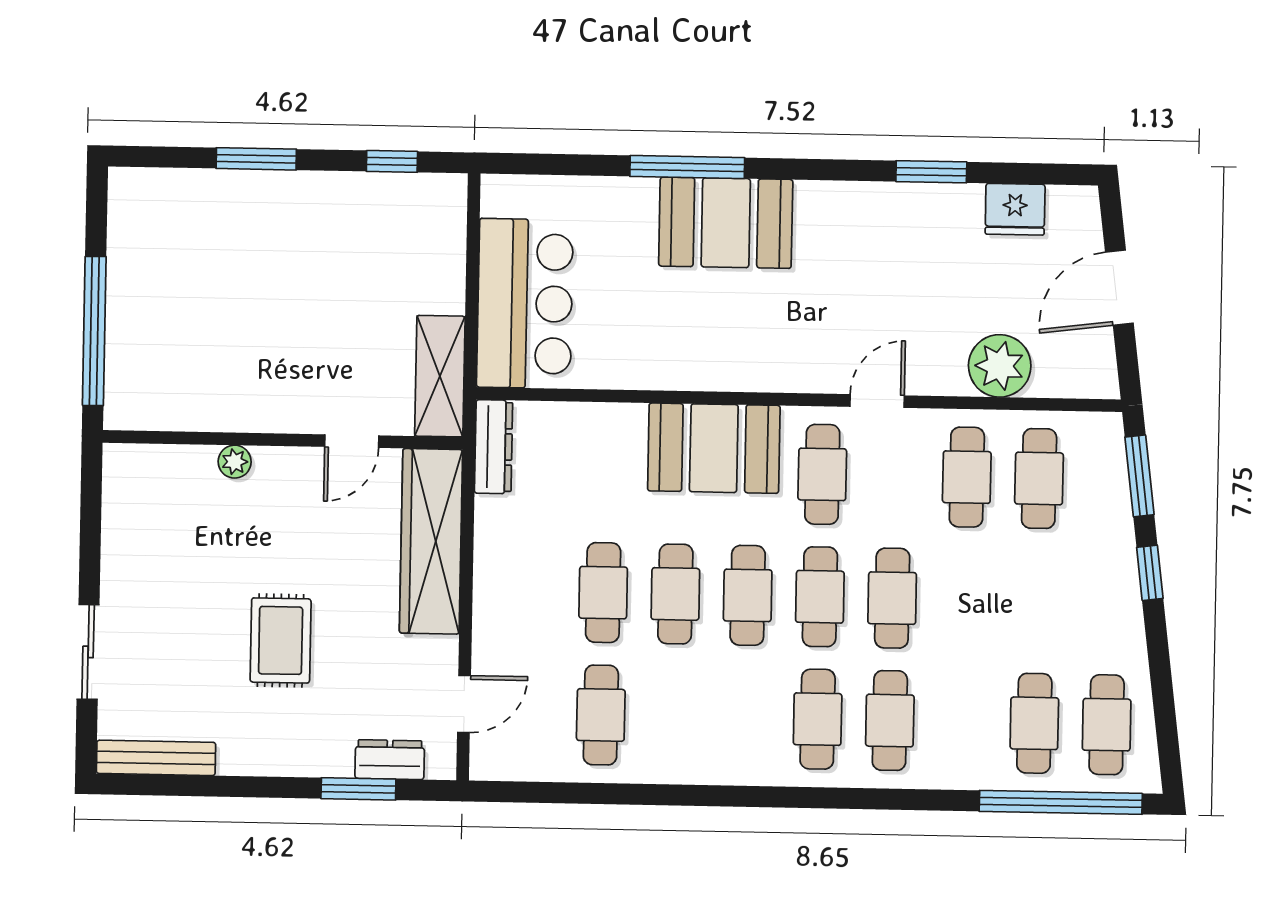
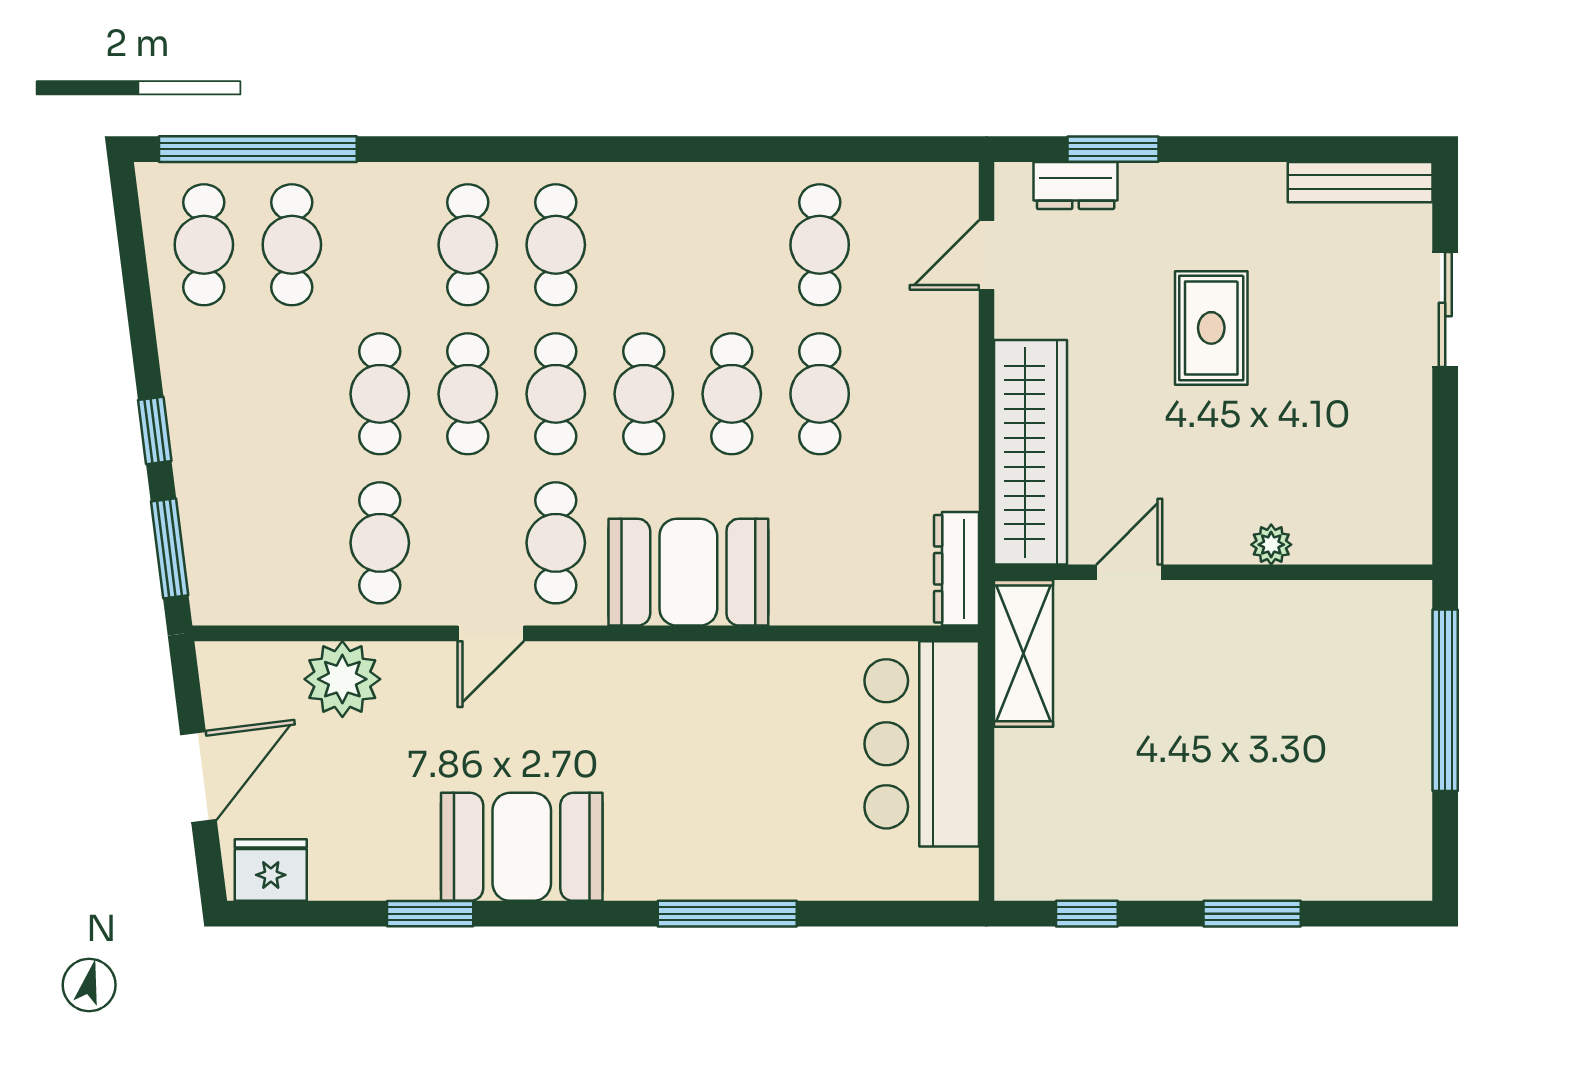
fridge: (1015, 209) -> (271, 870), moved
booth: (726, 223) -> (522, 847), moved
cafe table: (1039, 478) -> (380, 394), moved

